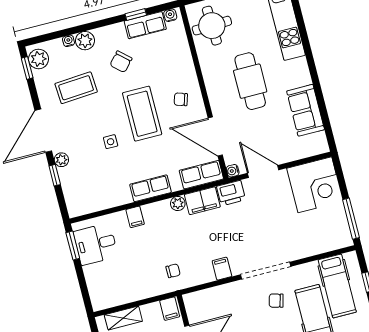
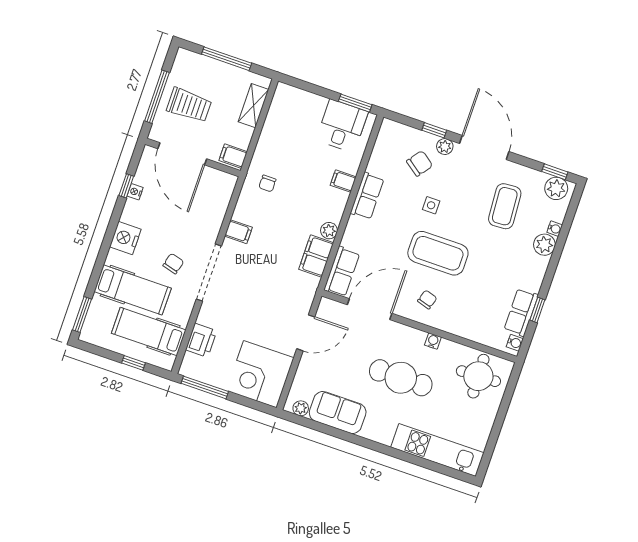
chair: (121, 62) -> (420, 163), moved, turned 85
plant: (320, 139) -> (301, 408), added
water cooler: (233, 171) -> (433, 341), moved
row of seats: (151, 188) -> (367, 196), moved
printer: (231, 193) -> (201, 340), moved, turned 180

